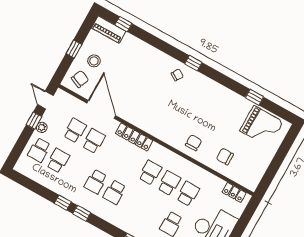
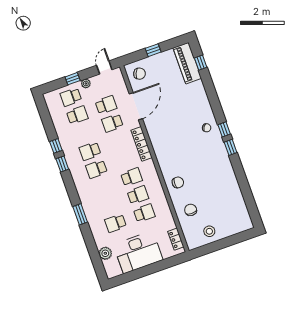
piano: (109, 30) -> (187, 63), width x1.37, depth x1.33
stool: (94, 61) -> (209, 231), moved
window: (254, 97) -> (231, 147), moved
window: (34, 121) -> (73, 79), moved
grand piano: (262, 126) -> (233, 211), removed
school desk: (94, 141) -> (112, 123), turned 180

